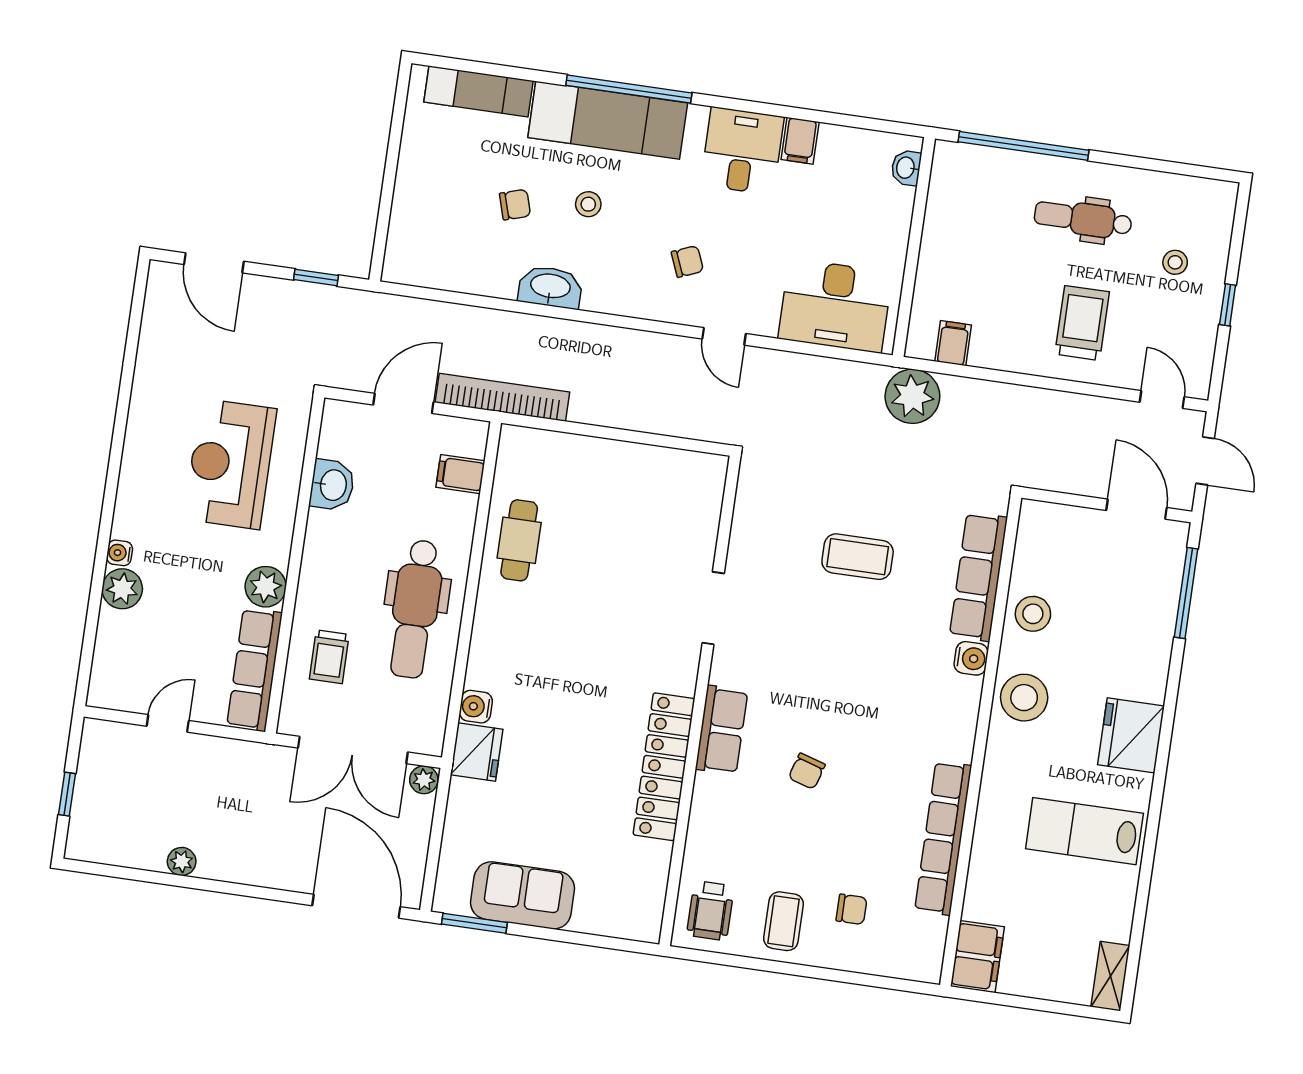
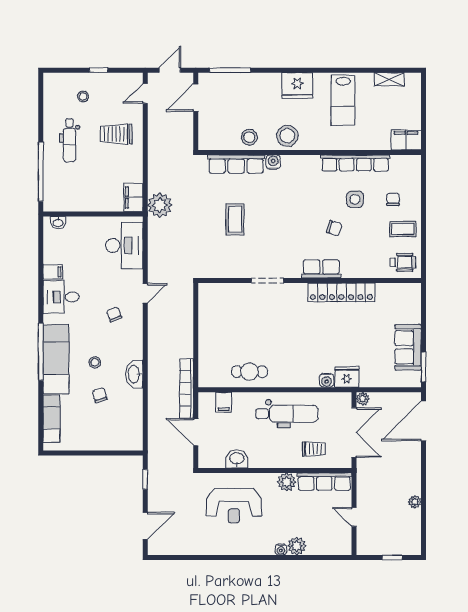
filing cabinet: (953, 343) -> (133, 197), width x2.00
side table: (863, 826) -> (355, 199), added
shelving: (1110, 976) -> (389, 79), moved

